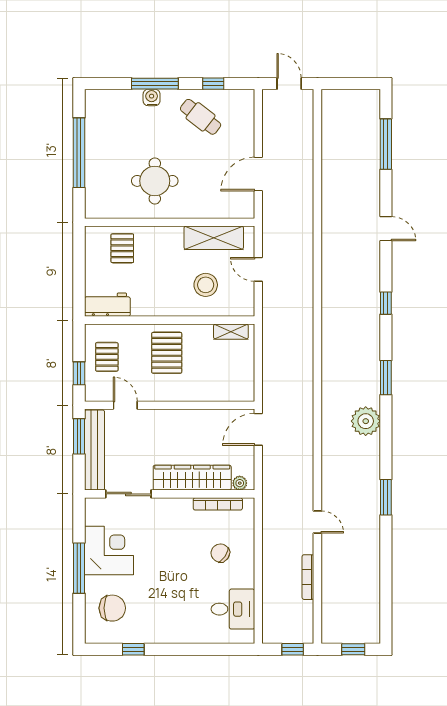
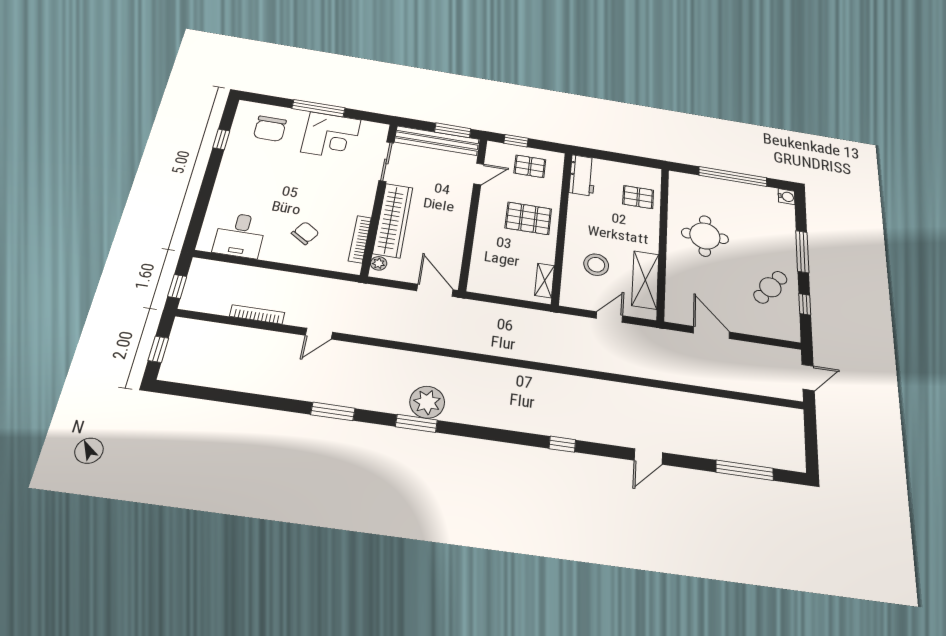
water cooler: (152, 97) -> (787, 197), moved
window: (386, 378) -> (416, 423), moved

